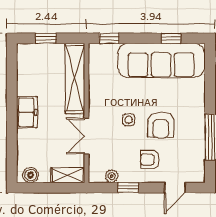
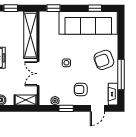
armchair: (161, 125) -> (104, 60), moved, turned 70
fireplace: (198, 166) -> (113, 94), added

